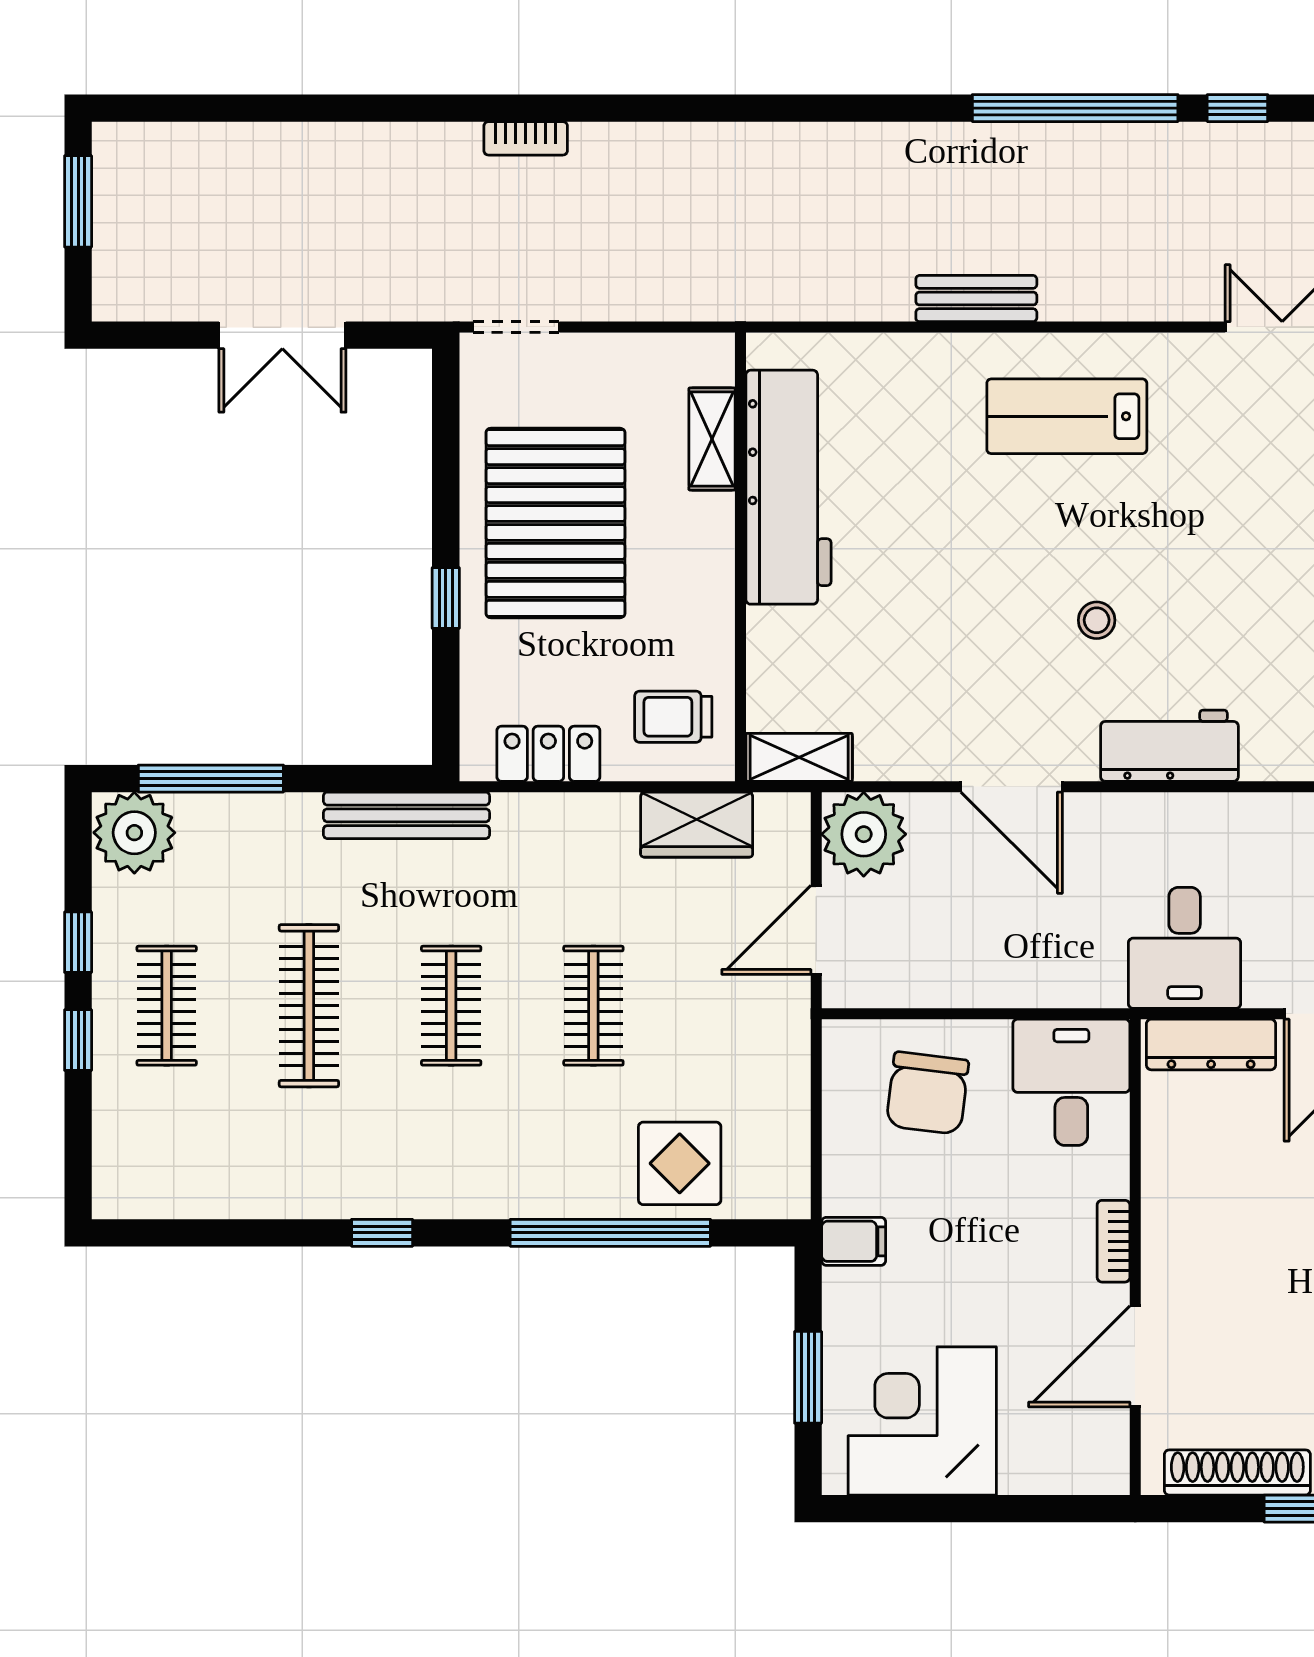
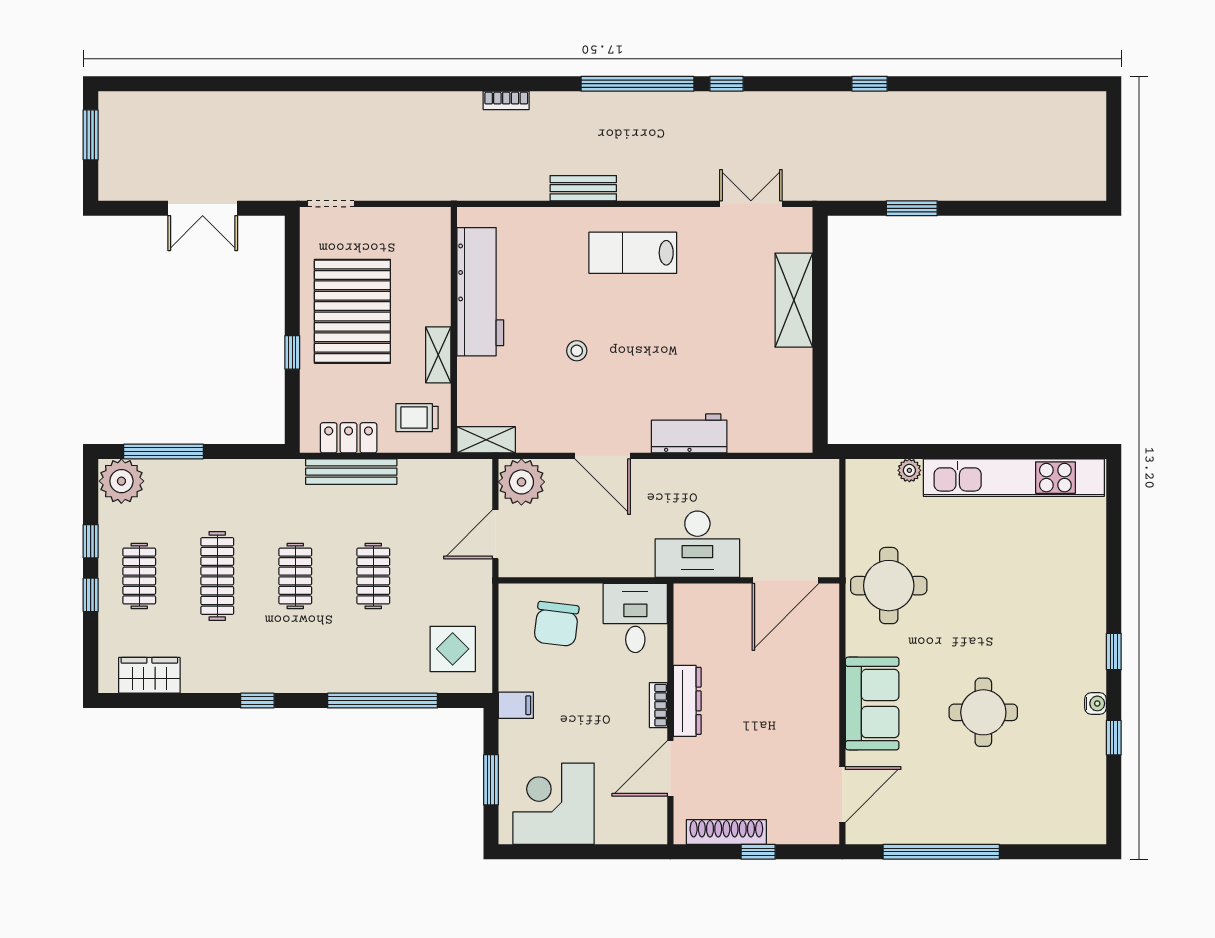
bookcase: (526, 138) -> (506, 100), moved
shelving: (712, 439) -> (438, 355), moved
stool: (1097, 620) -> (577, 351), moved
bench: (406, 815) -> (351, 472), moved
wardrobe: (697, 825) -> (149, 675), moved, turned 180
desk: (1185, 948) -> (697, 544), width x1.37
dresser: (1211, 1044) -> (687, 701), moved, turned -90
display table: (680, 1163) -> (453, 649), moved

